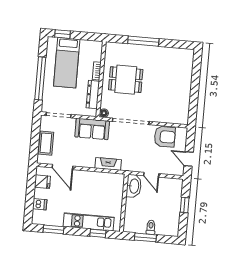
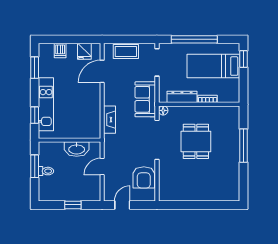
dining table: (126, 80) -> (196, 141), moved
washbasin: (134, 186) -> (77, 149), moved

